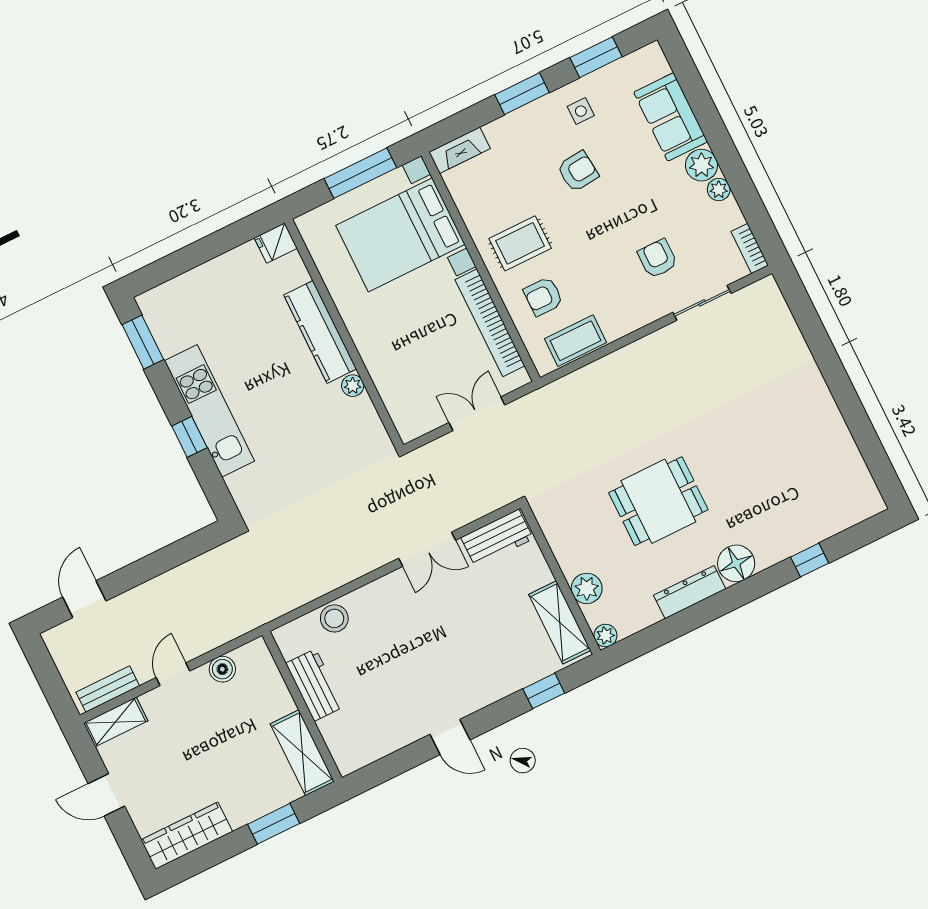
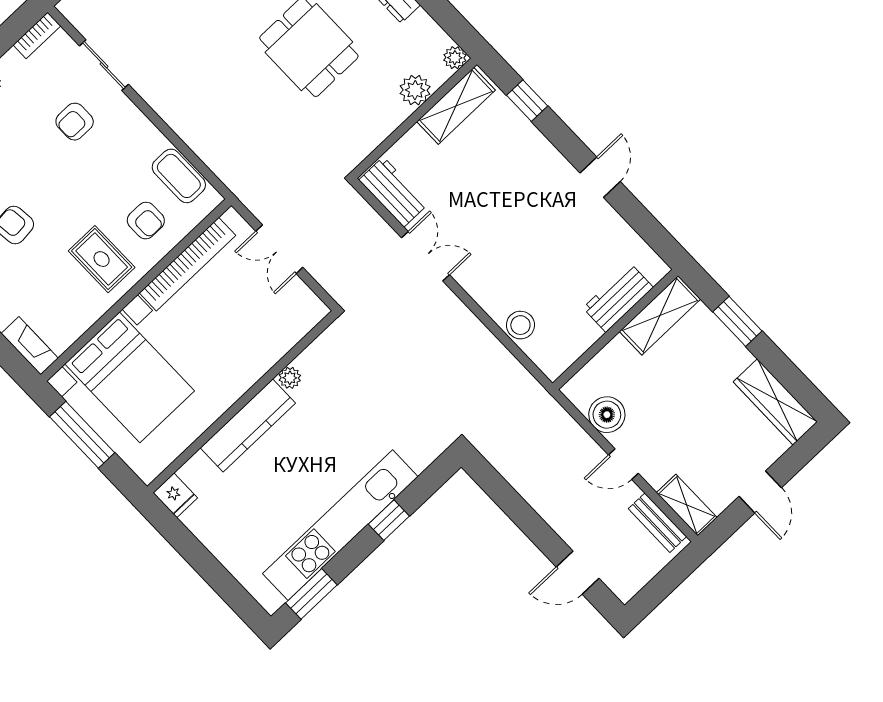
kitchen unit: (209, 411) -> (340, 525), width x1.36
boiler: (222, 669) -> (607, 415), width x1.36, depth x1.36
workbench: (315, 685) -> (618, 298), moved

